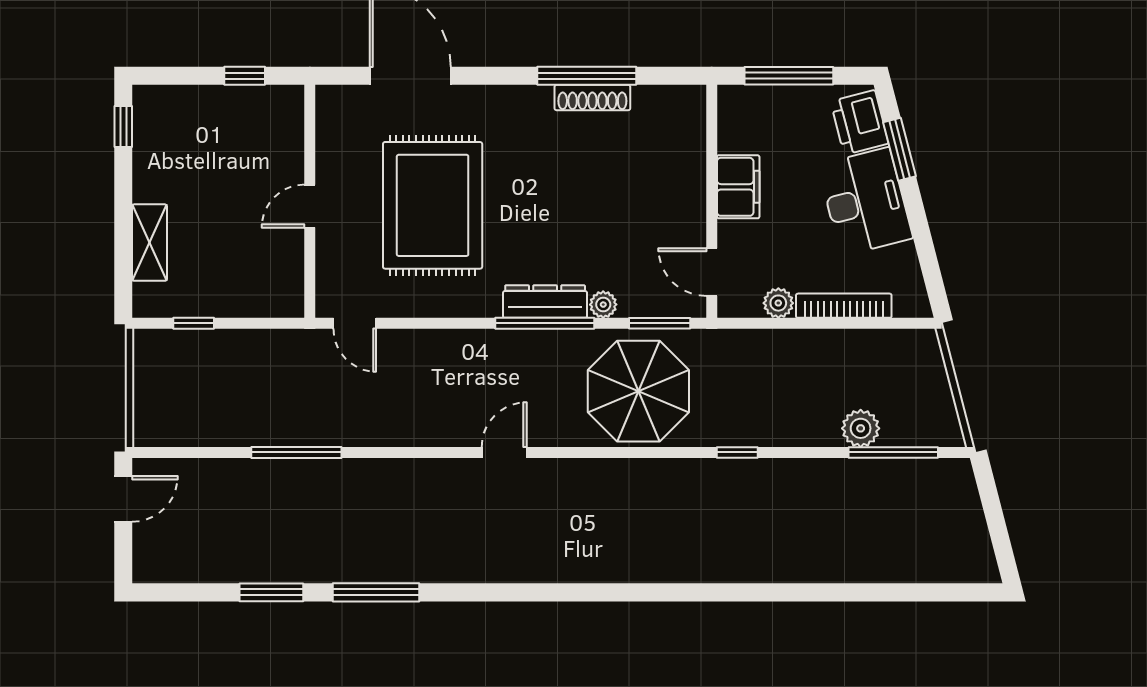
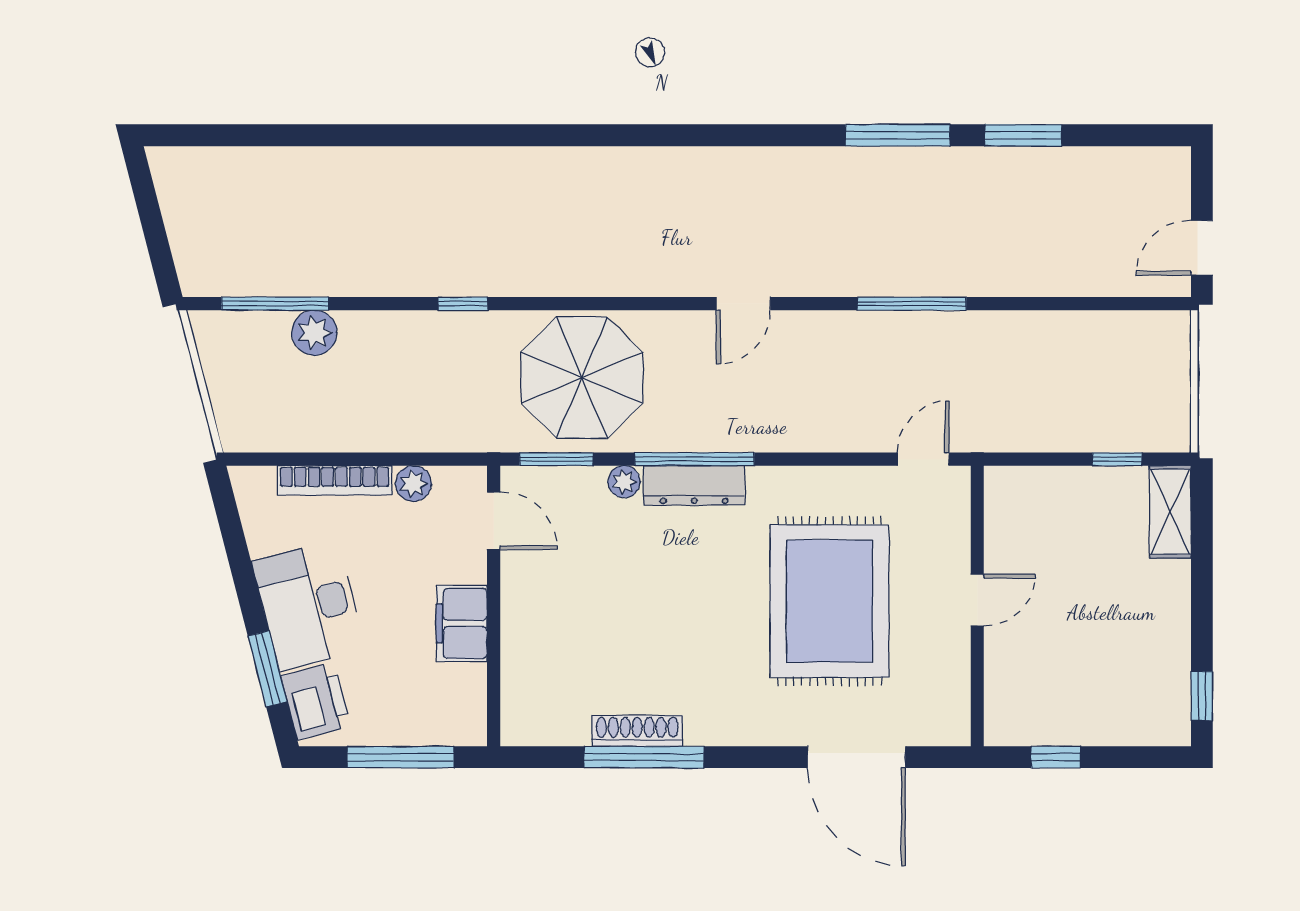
shelving: (149, 243) -> (1170, 512), moved
door: (355, 323) -> (923, 459), hinge flipped
window: (296, 452) -> (912, 304), moved

